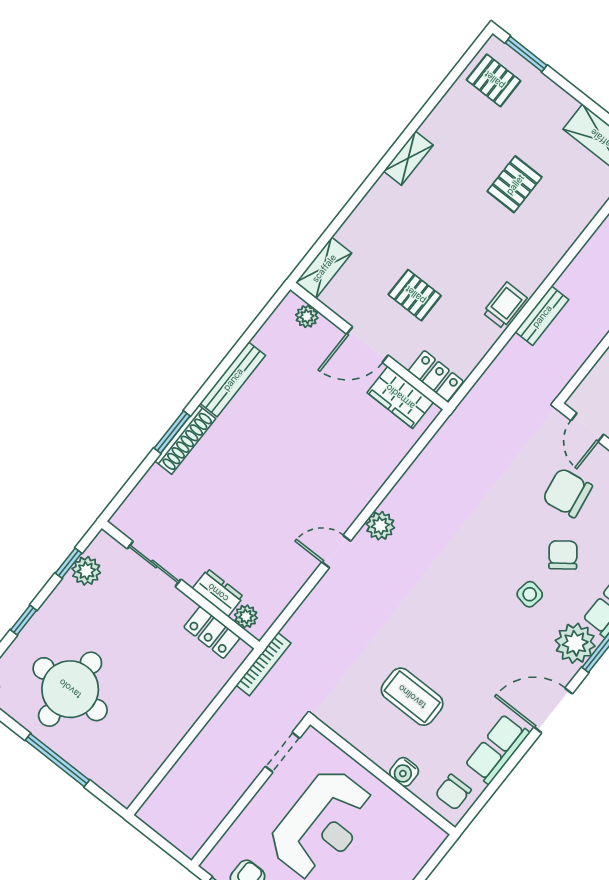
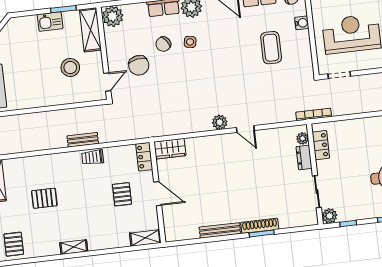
plant: (307, 316) -> (169, 226), removed
wardrobe: (400, 397) -> (170, 149), moved, turned 90
plant: (86, 571) -> (330, 216), moved

